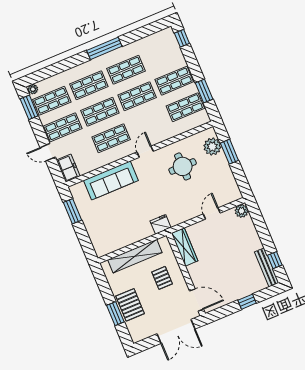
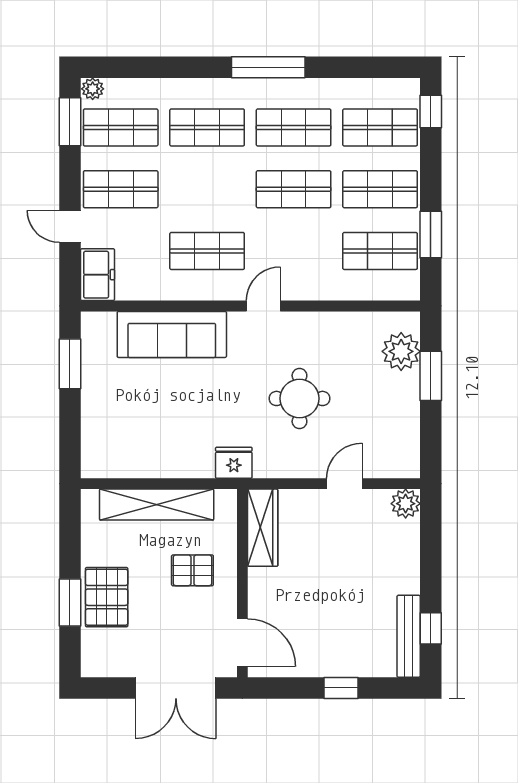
shop shelf: (100, 112) -> (380, 127), moved
round table: (183, 166) -> (299, 398), moved
pallet: (162, 278) -> (192, 570), turned 90

